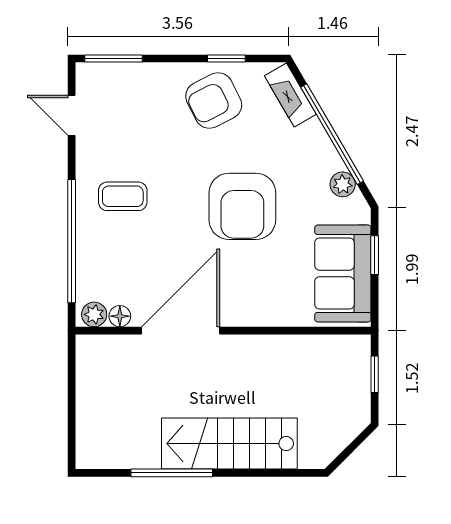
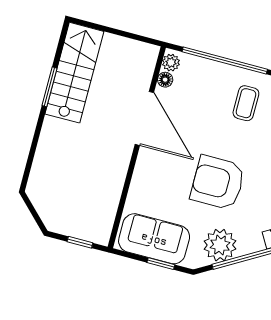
plant: (343, 184) -> (220, 245), width x1.88, depth x1.88
stairs: (229, 444) -> (74, 73), moved
window: (172, 473) -> (49, 87), width x0.69

